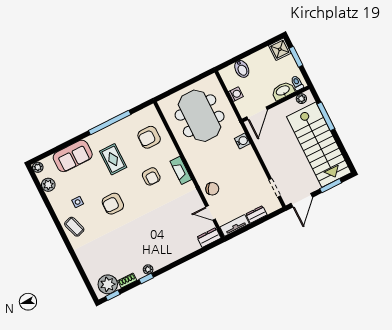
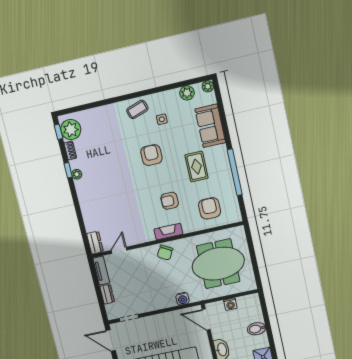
bidet: (242, 69) -> (257, 329), moved
rug: (113, 159) -> (197, 167), turned 90
chair: (212, 189) -> (165, 253), moved

